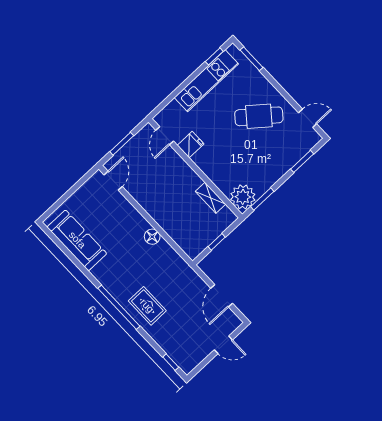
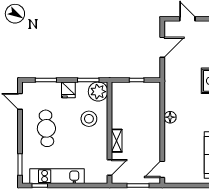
cafe table: (259, 116) -> (46, 128), turned 47
fridge: (191, 145) -> (68, 90), moved, turned -90
stool: (227, 163) -> (89, 119), added
shelving: (211, 198) -> (117, 141), moved

